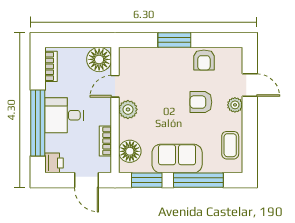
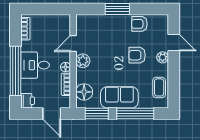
floor lamp: (99, 59) -> (66, 67), moved, width x0.53, depth x0.53
armchair: (204, 60) -> (139, 24), turned 90

